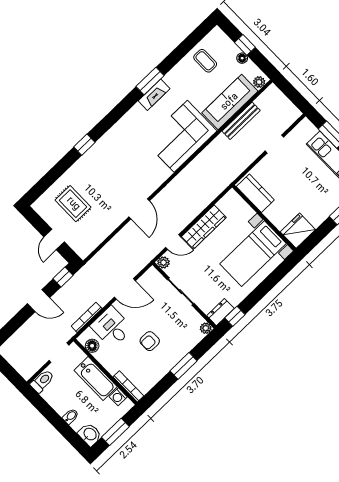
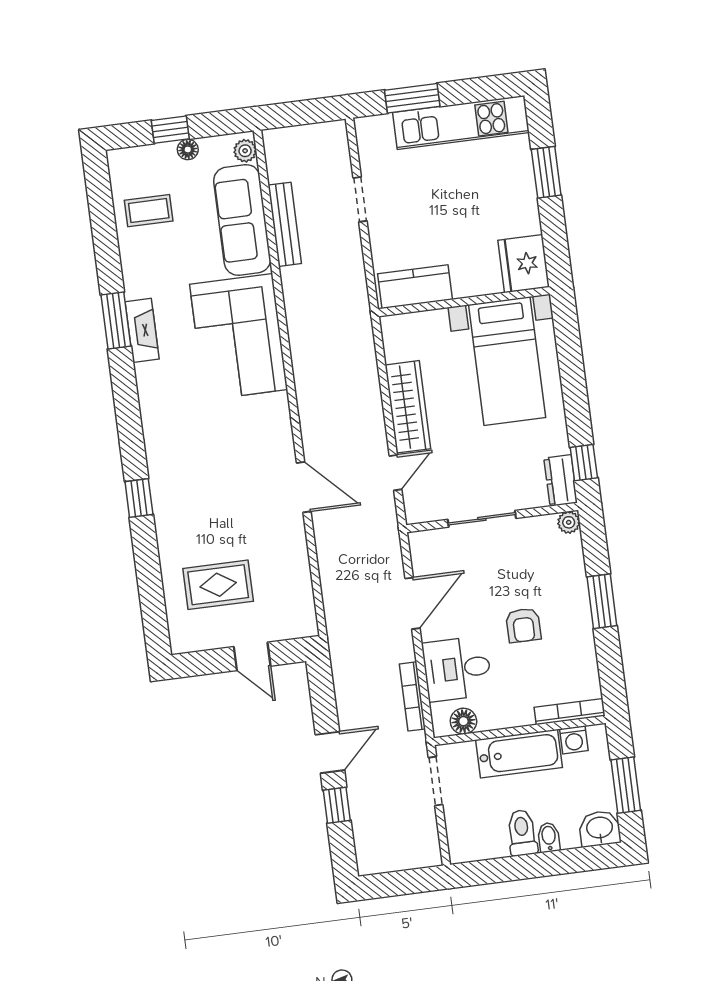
plant: (163, 262) -> (416, 512), removed
window: (63, 277) -> (337, 805), moved
toilet: (42, 381) -> (522, 833), moved

